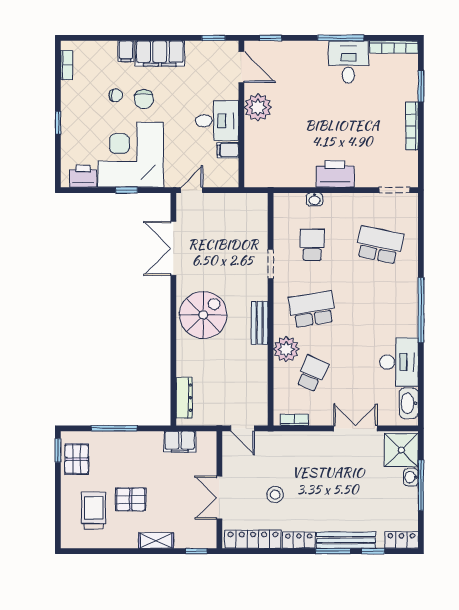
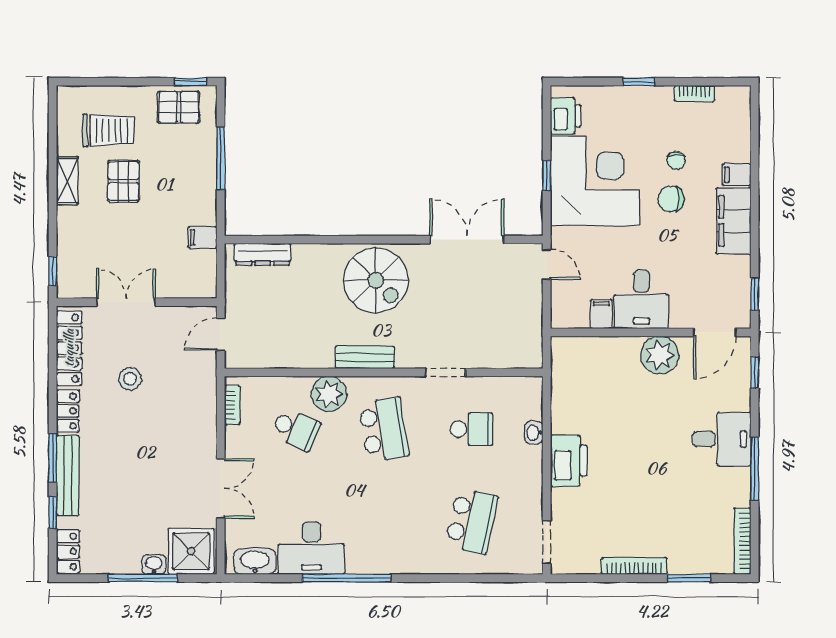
desk: (348, 62) -> (722, 439), moved
bookcase: (67, 65) -> (694, 93), moved
window: (421, 310) -> (347, 578), moved
filing cabinet: (180, 442) -> (202, 237), width x0.50
shelving: (156, 541) -> (67, 181), moved

